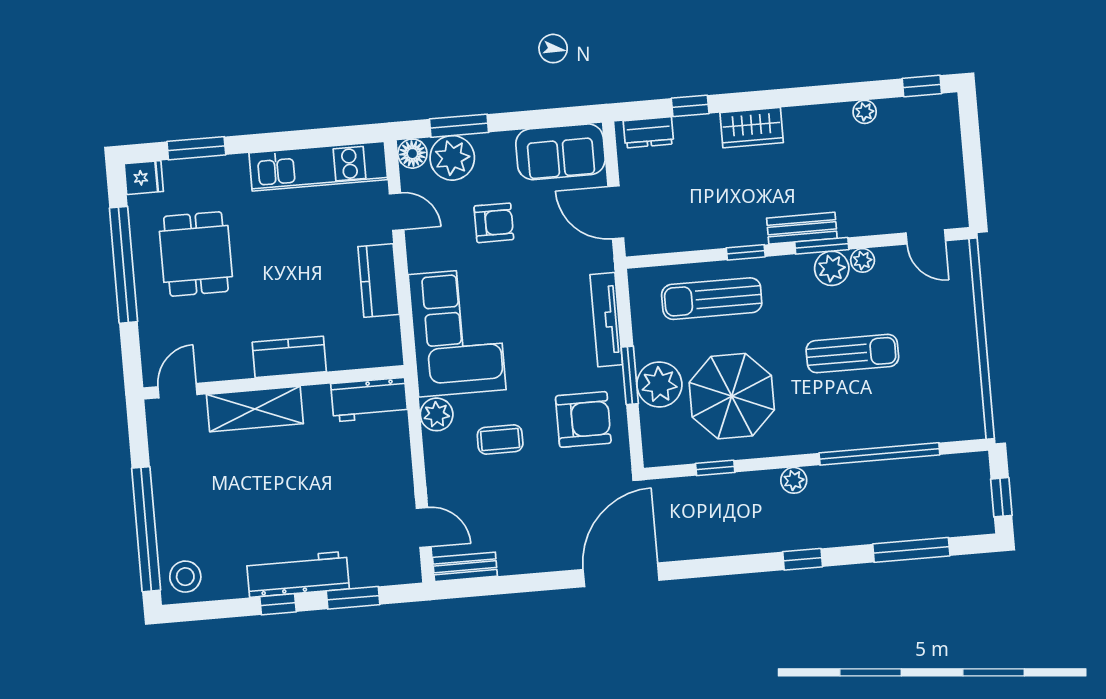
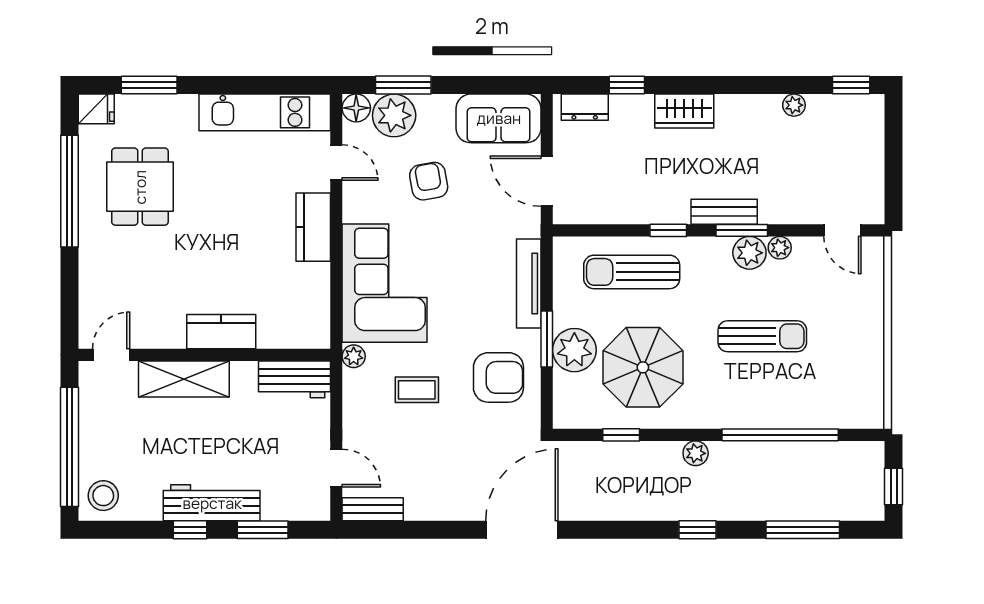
armchair: (494, 223) -> (429, 181), turned -100
kitchen counter: (289, 357) -> (221, 332), moved
wall: (274, 382) -> (204, 355), moved
door: (178, 391) -> (111, 355), moved
workbench: (369, 400) -> (295, 379), moved
shelving: (255, 409) -> (184, 379), moved
plant: (437, 414) -> (354, 356), width x0.73, depth x0.73

